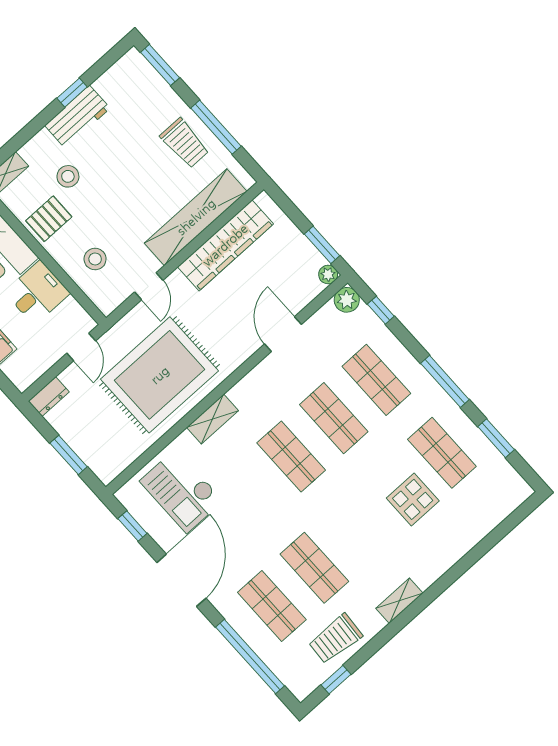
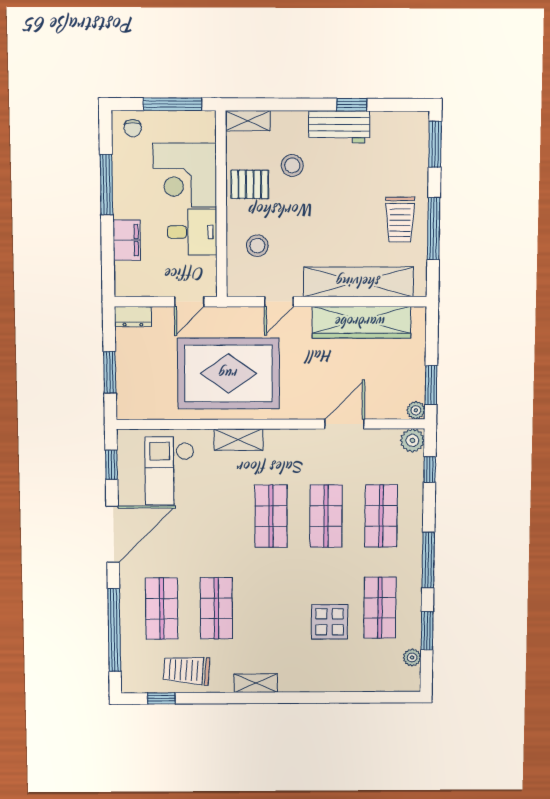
plant: (504, 470) -> (412, 657), added

